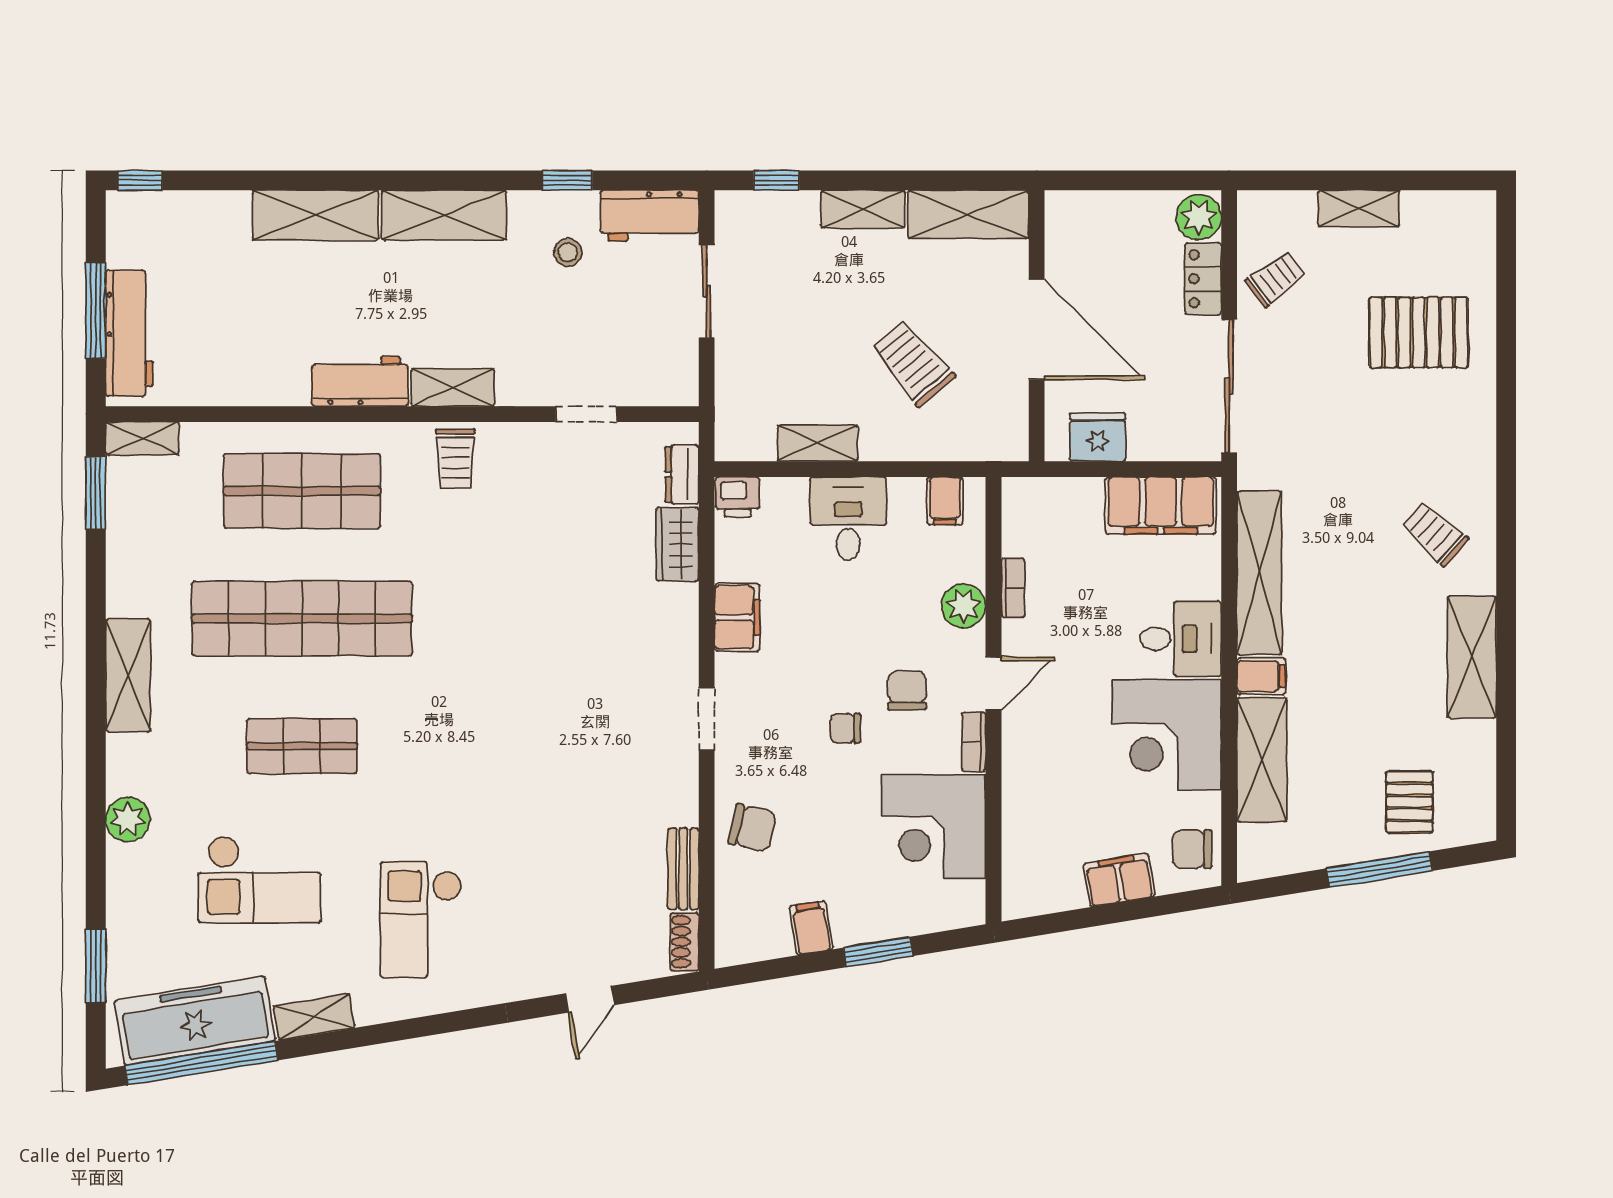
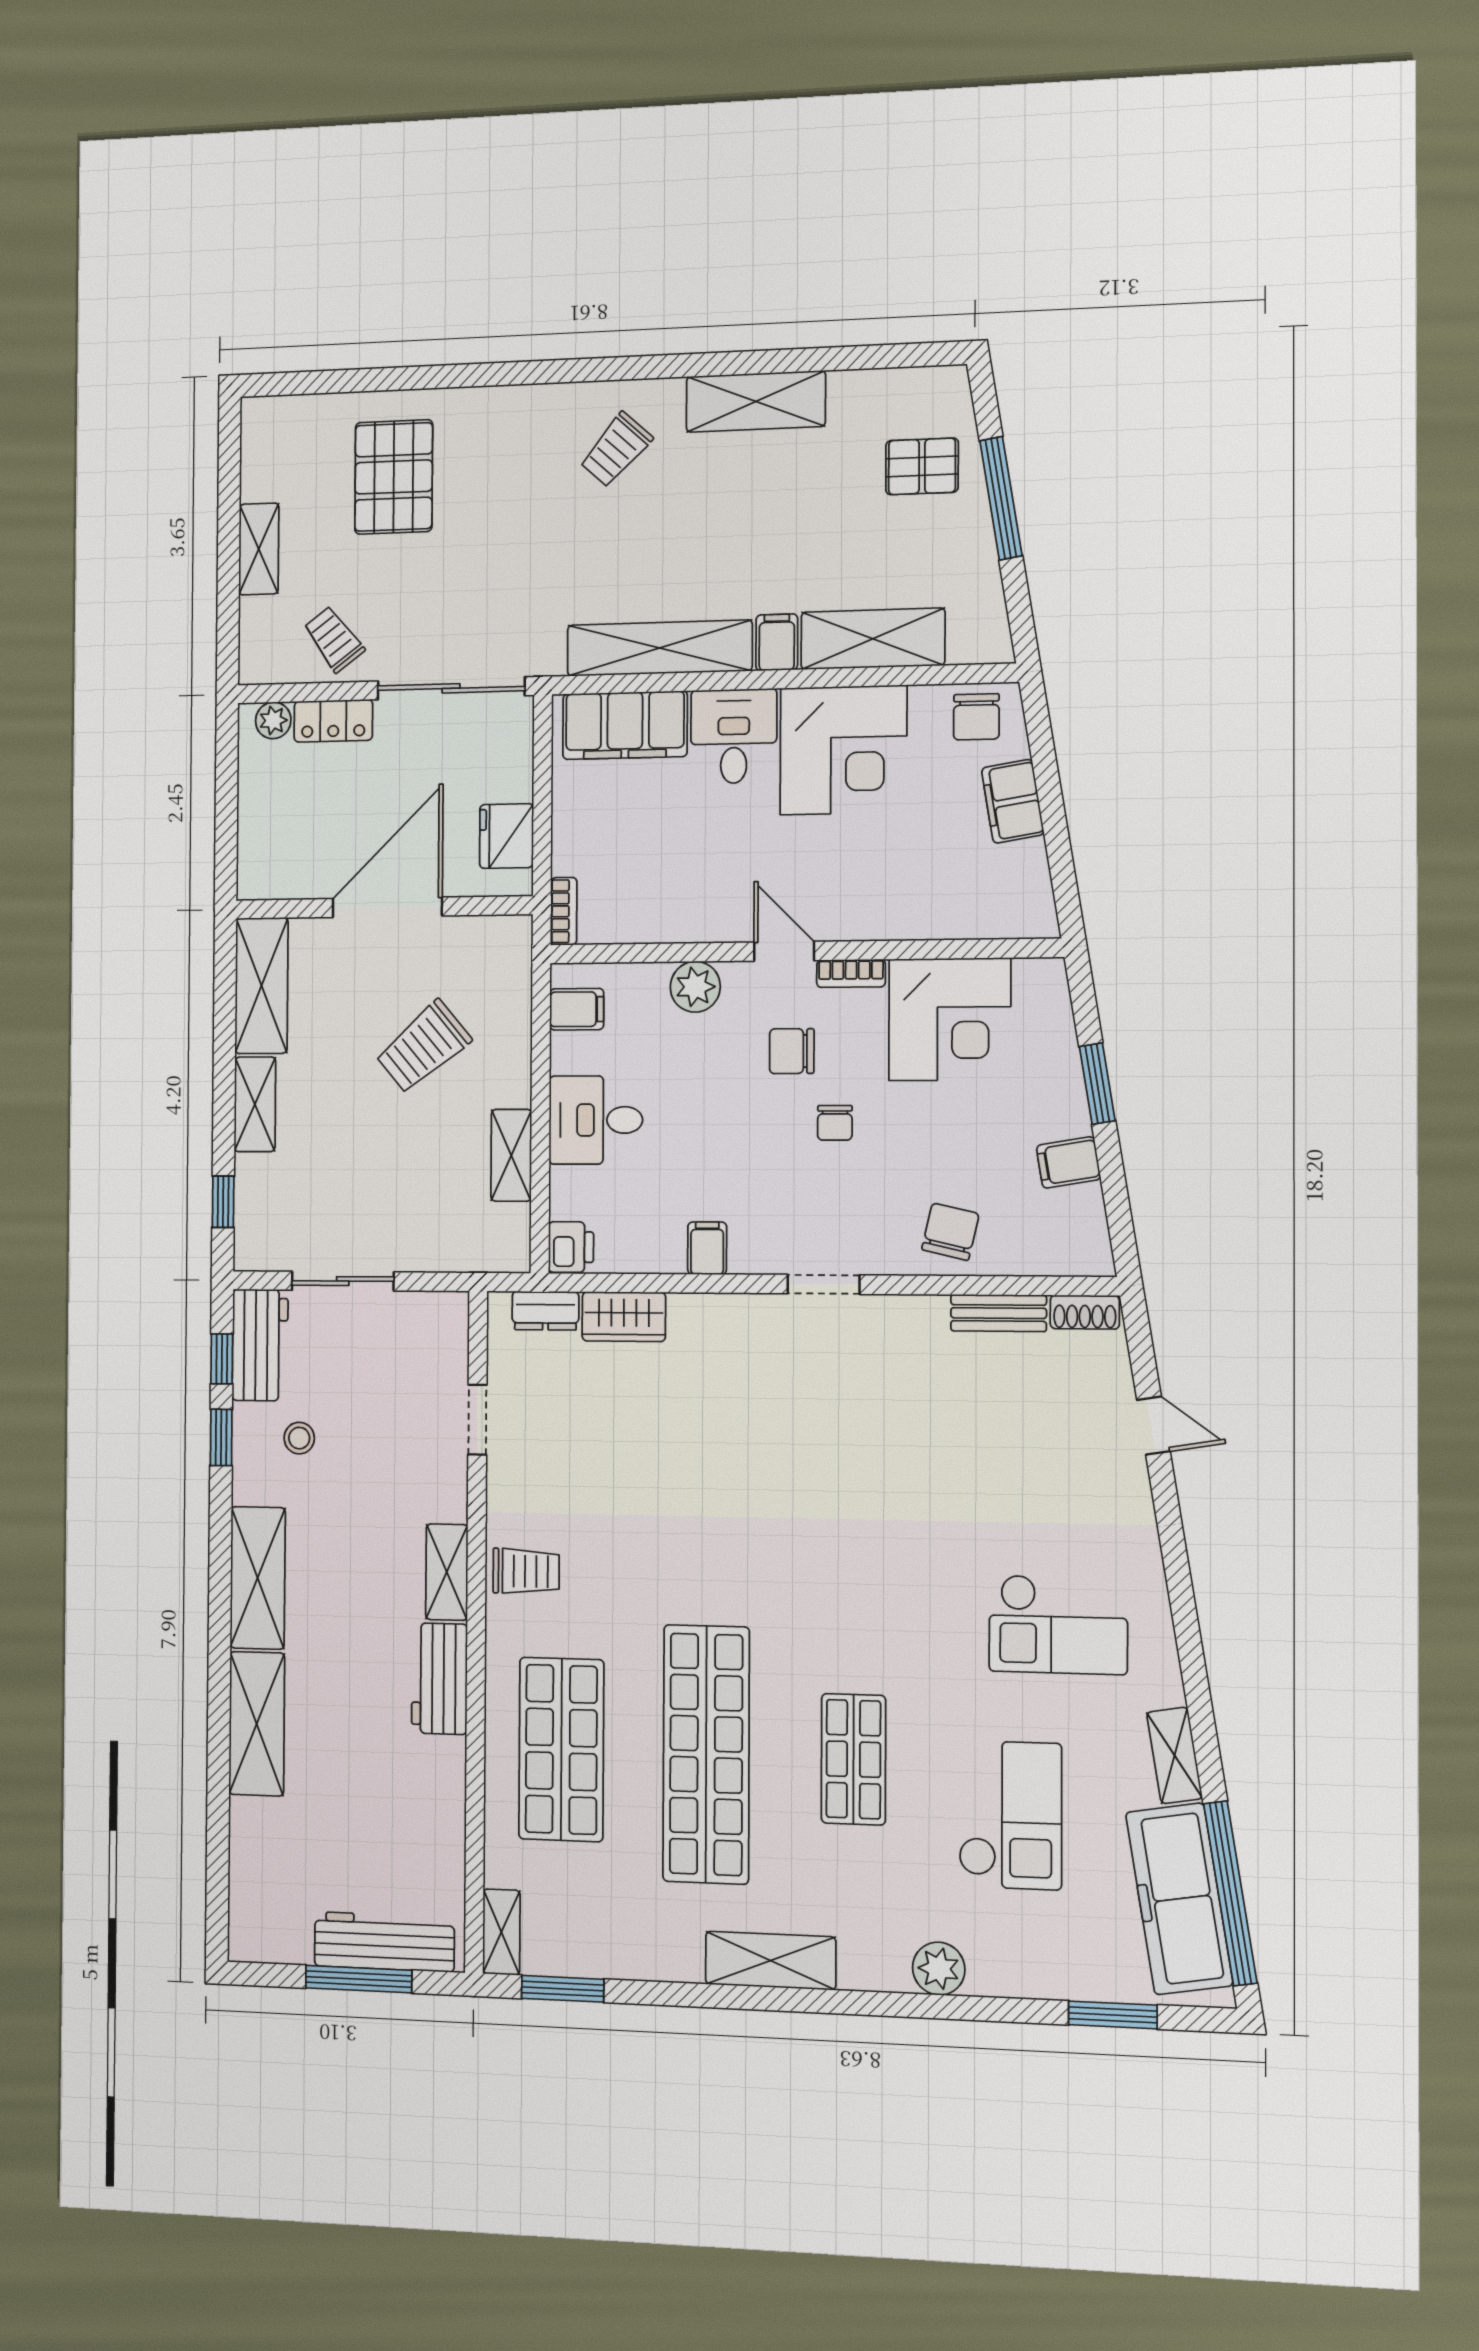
window: (140, 180) -> (222, 1359), moved
plant: (1199, 217) -> (273, 720), width x0.73, depth x0.73
filing cabinet: (1161, 506) -> (625, 725), moved, turned 90
bookcase: (1013, 588) -> (564, 911), moved, turned 90
filing cabinet: (737, 617) -> (707, 1248), width x0.50

